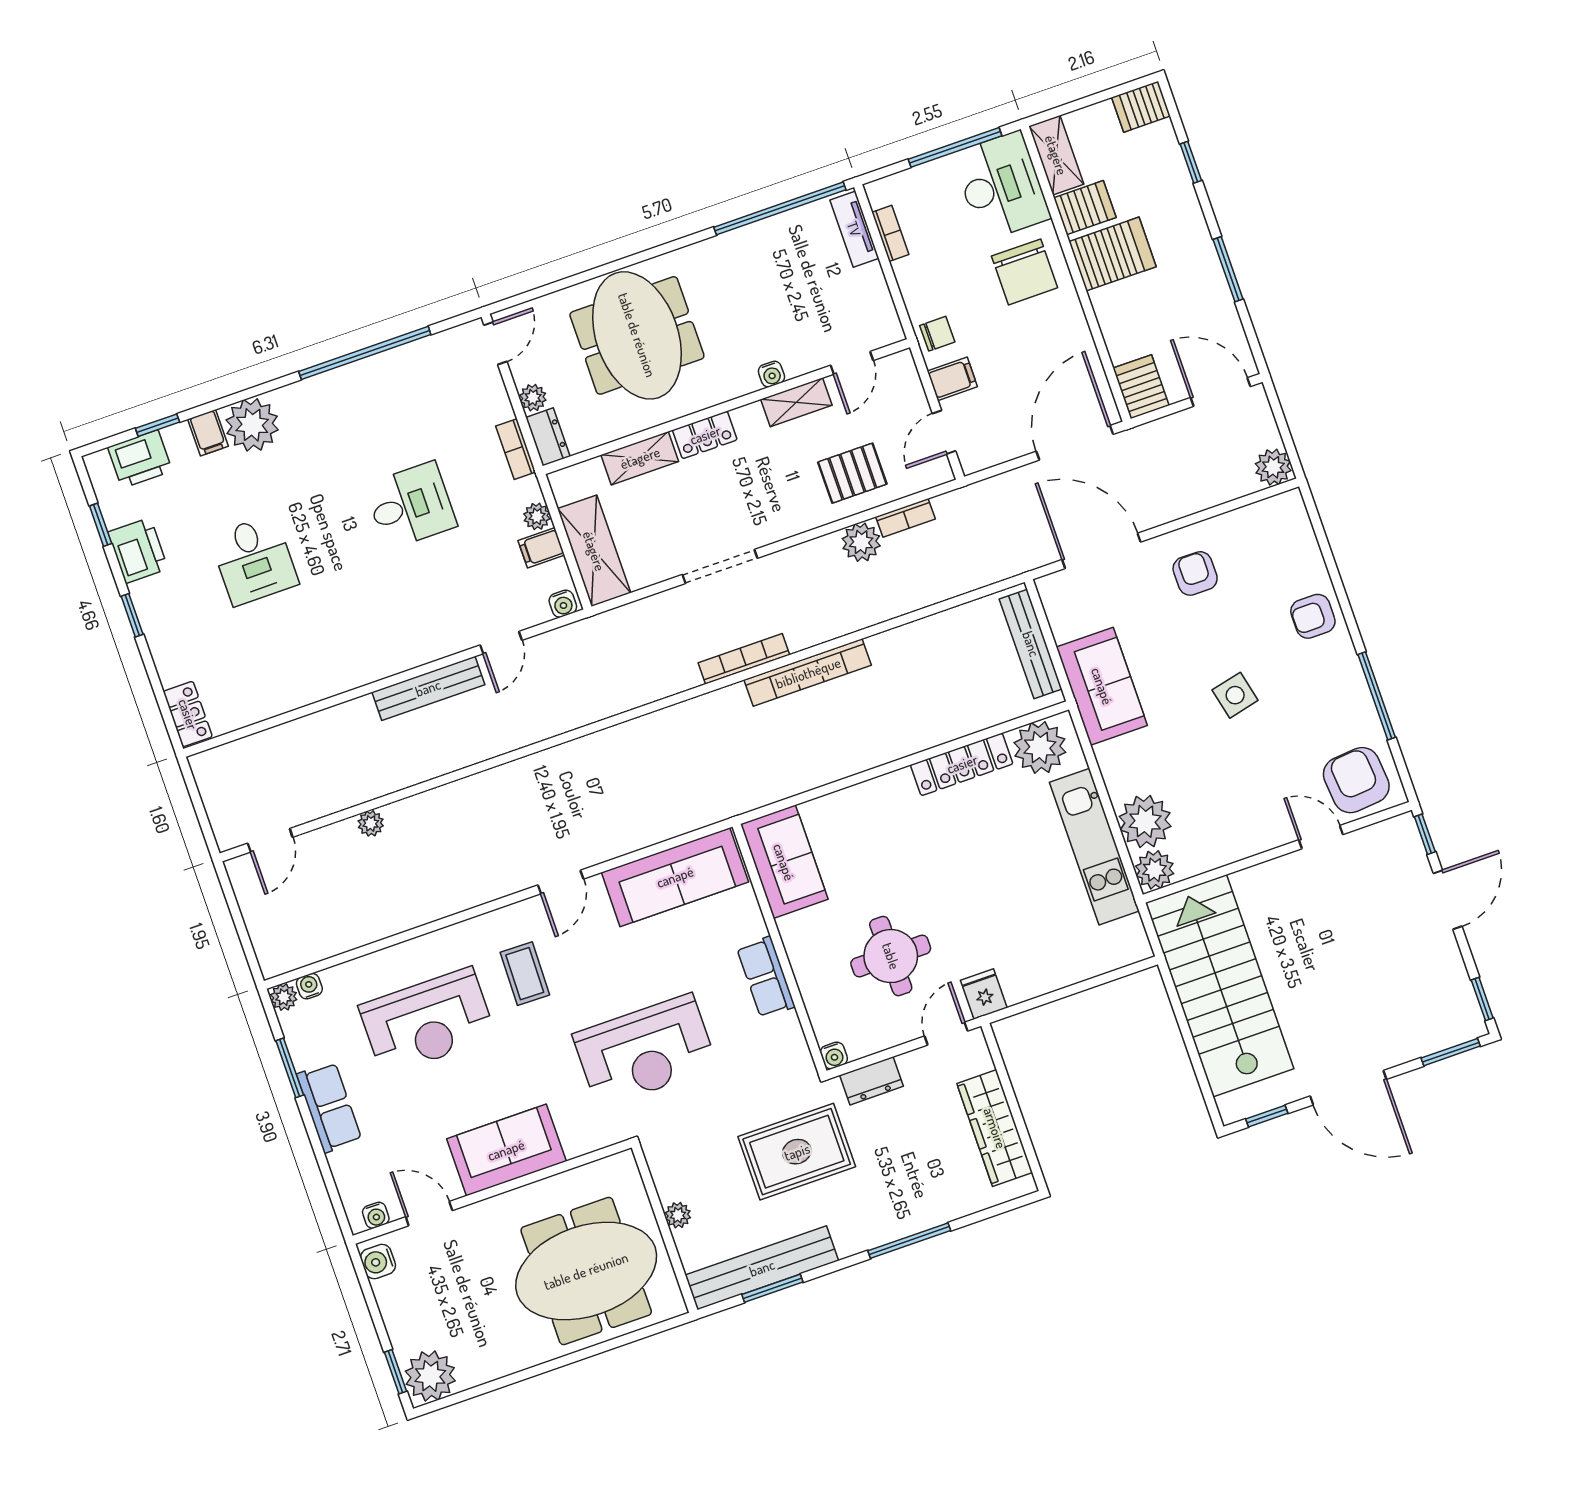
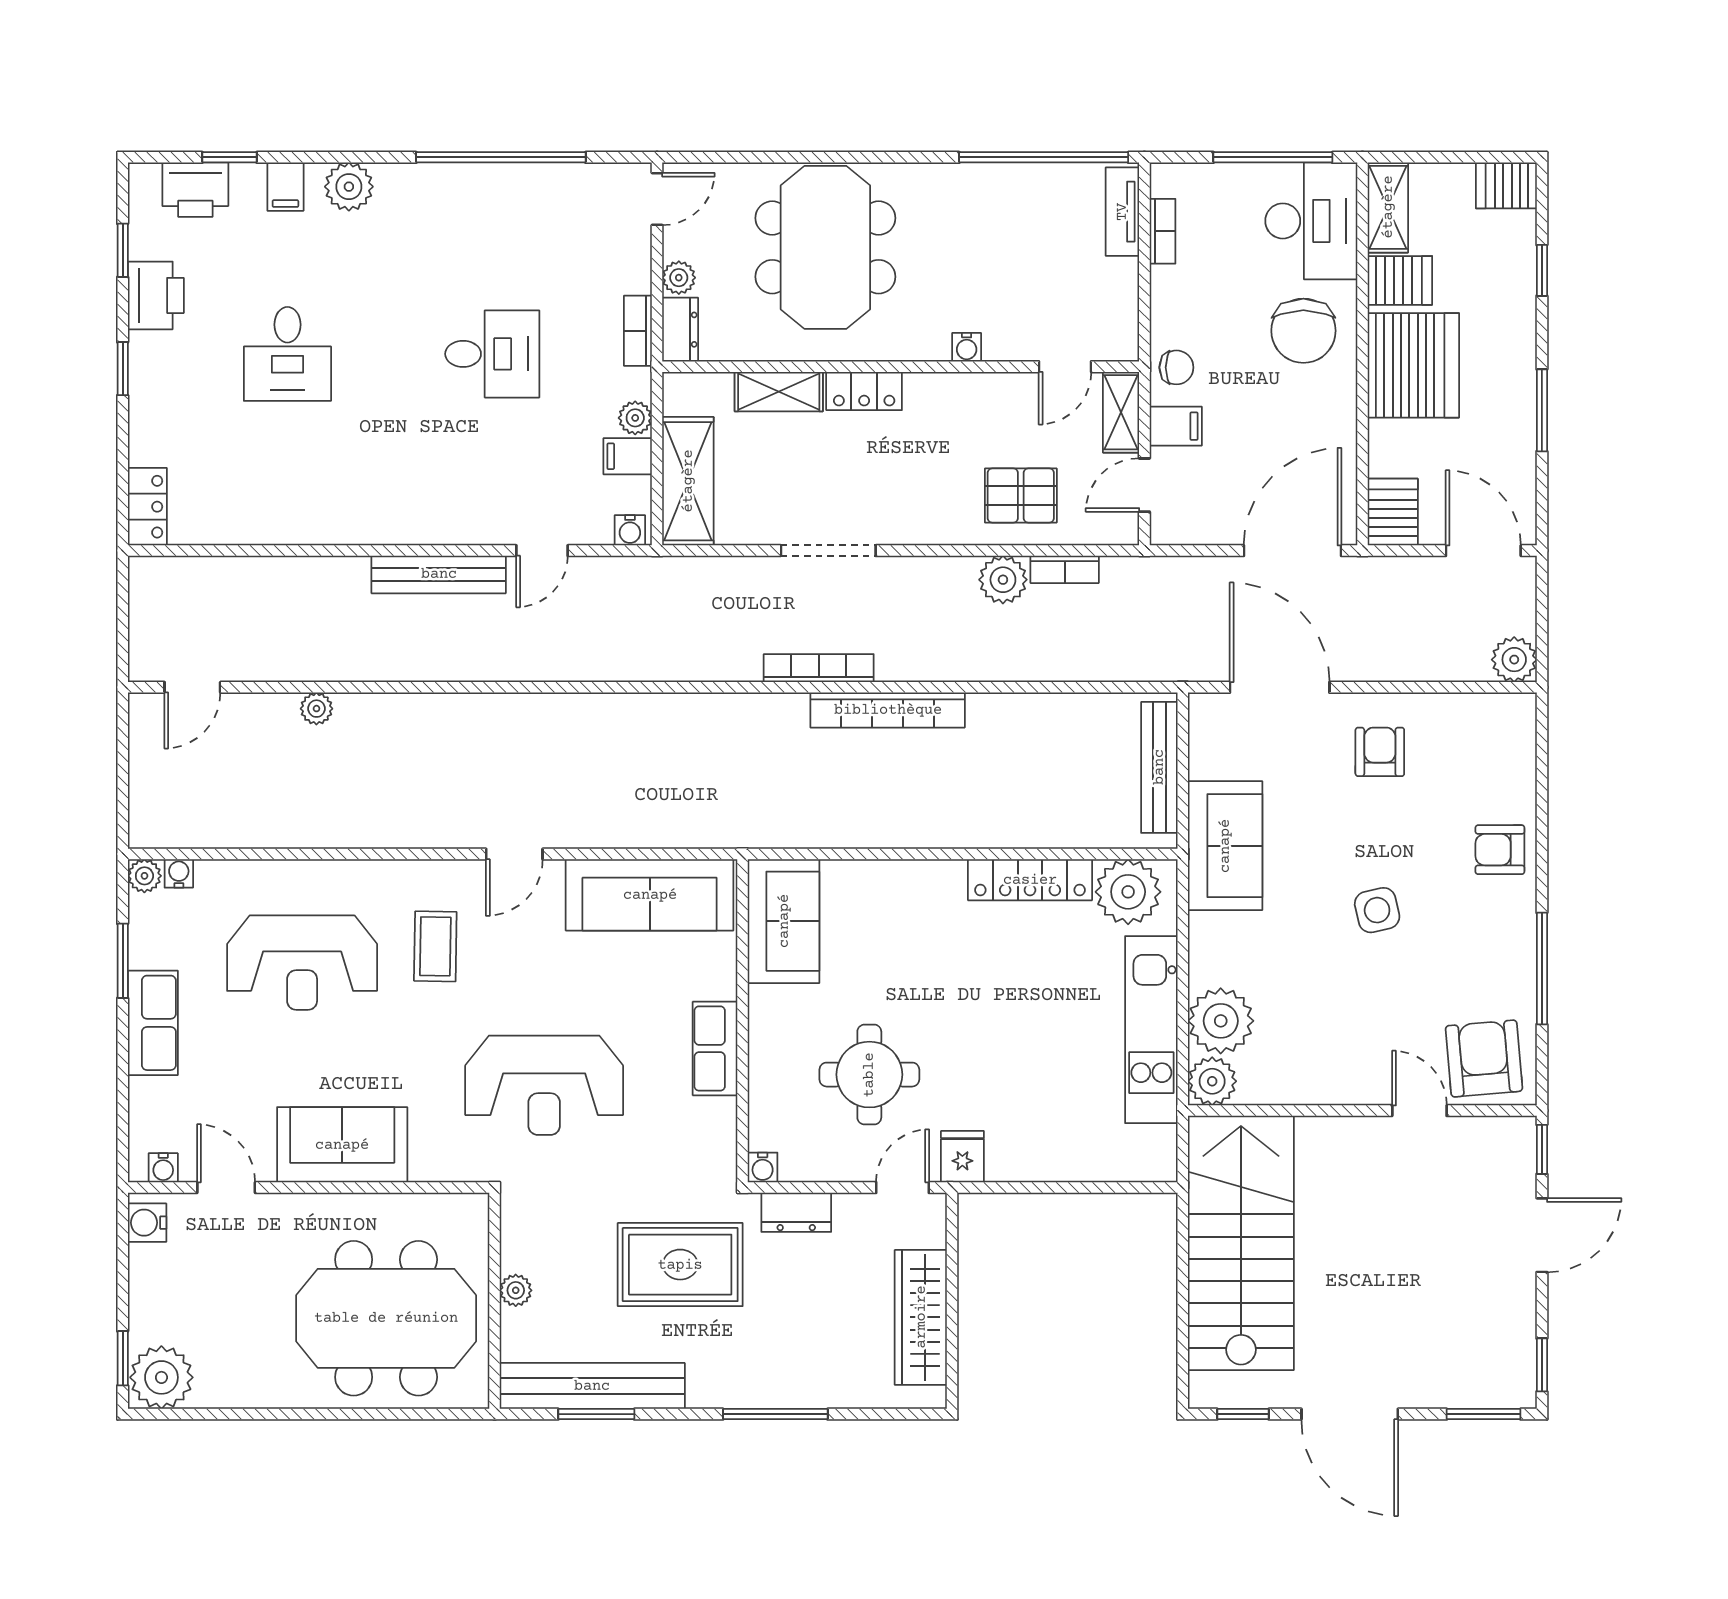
server rack: (1113, 254) -> (1413, 365), width x1.60
shelving: (796, 402) -> (1121, 412), moved, turned 90
plant: (252, 425) -> (349, 187), width x0.73, depth x0.73

